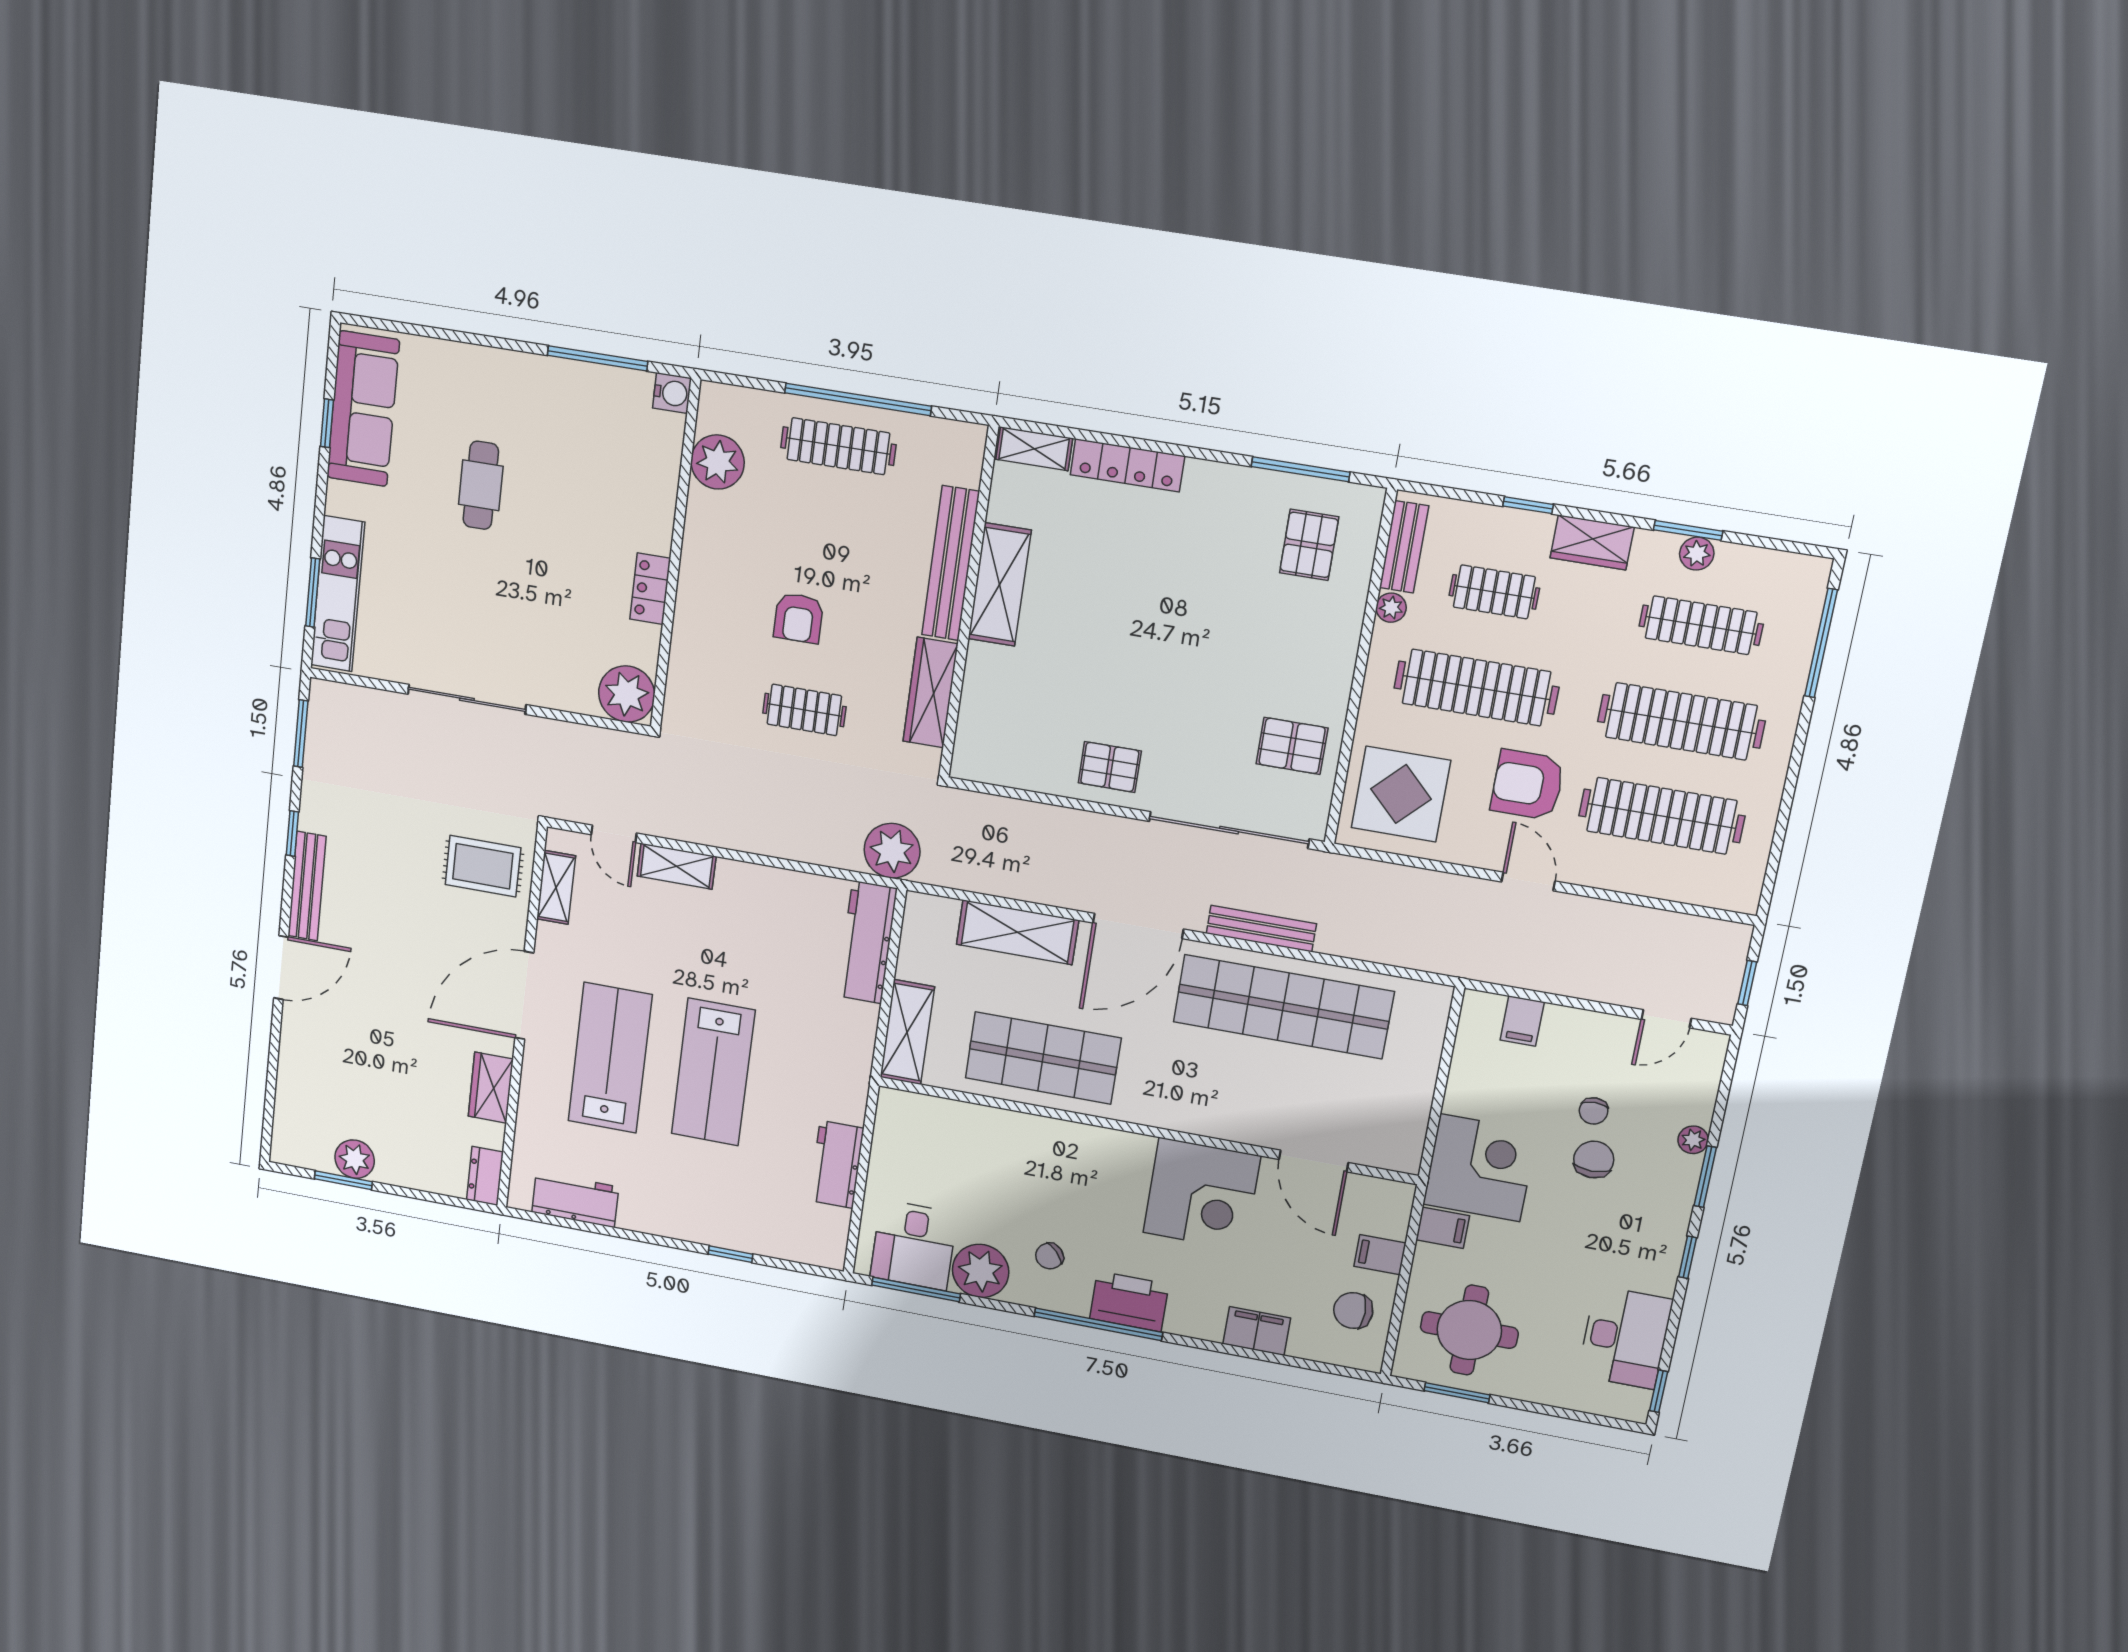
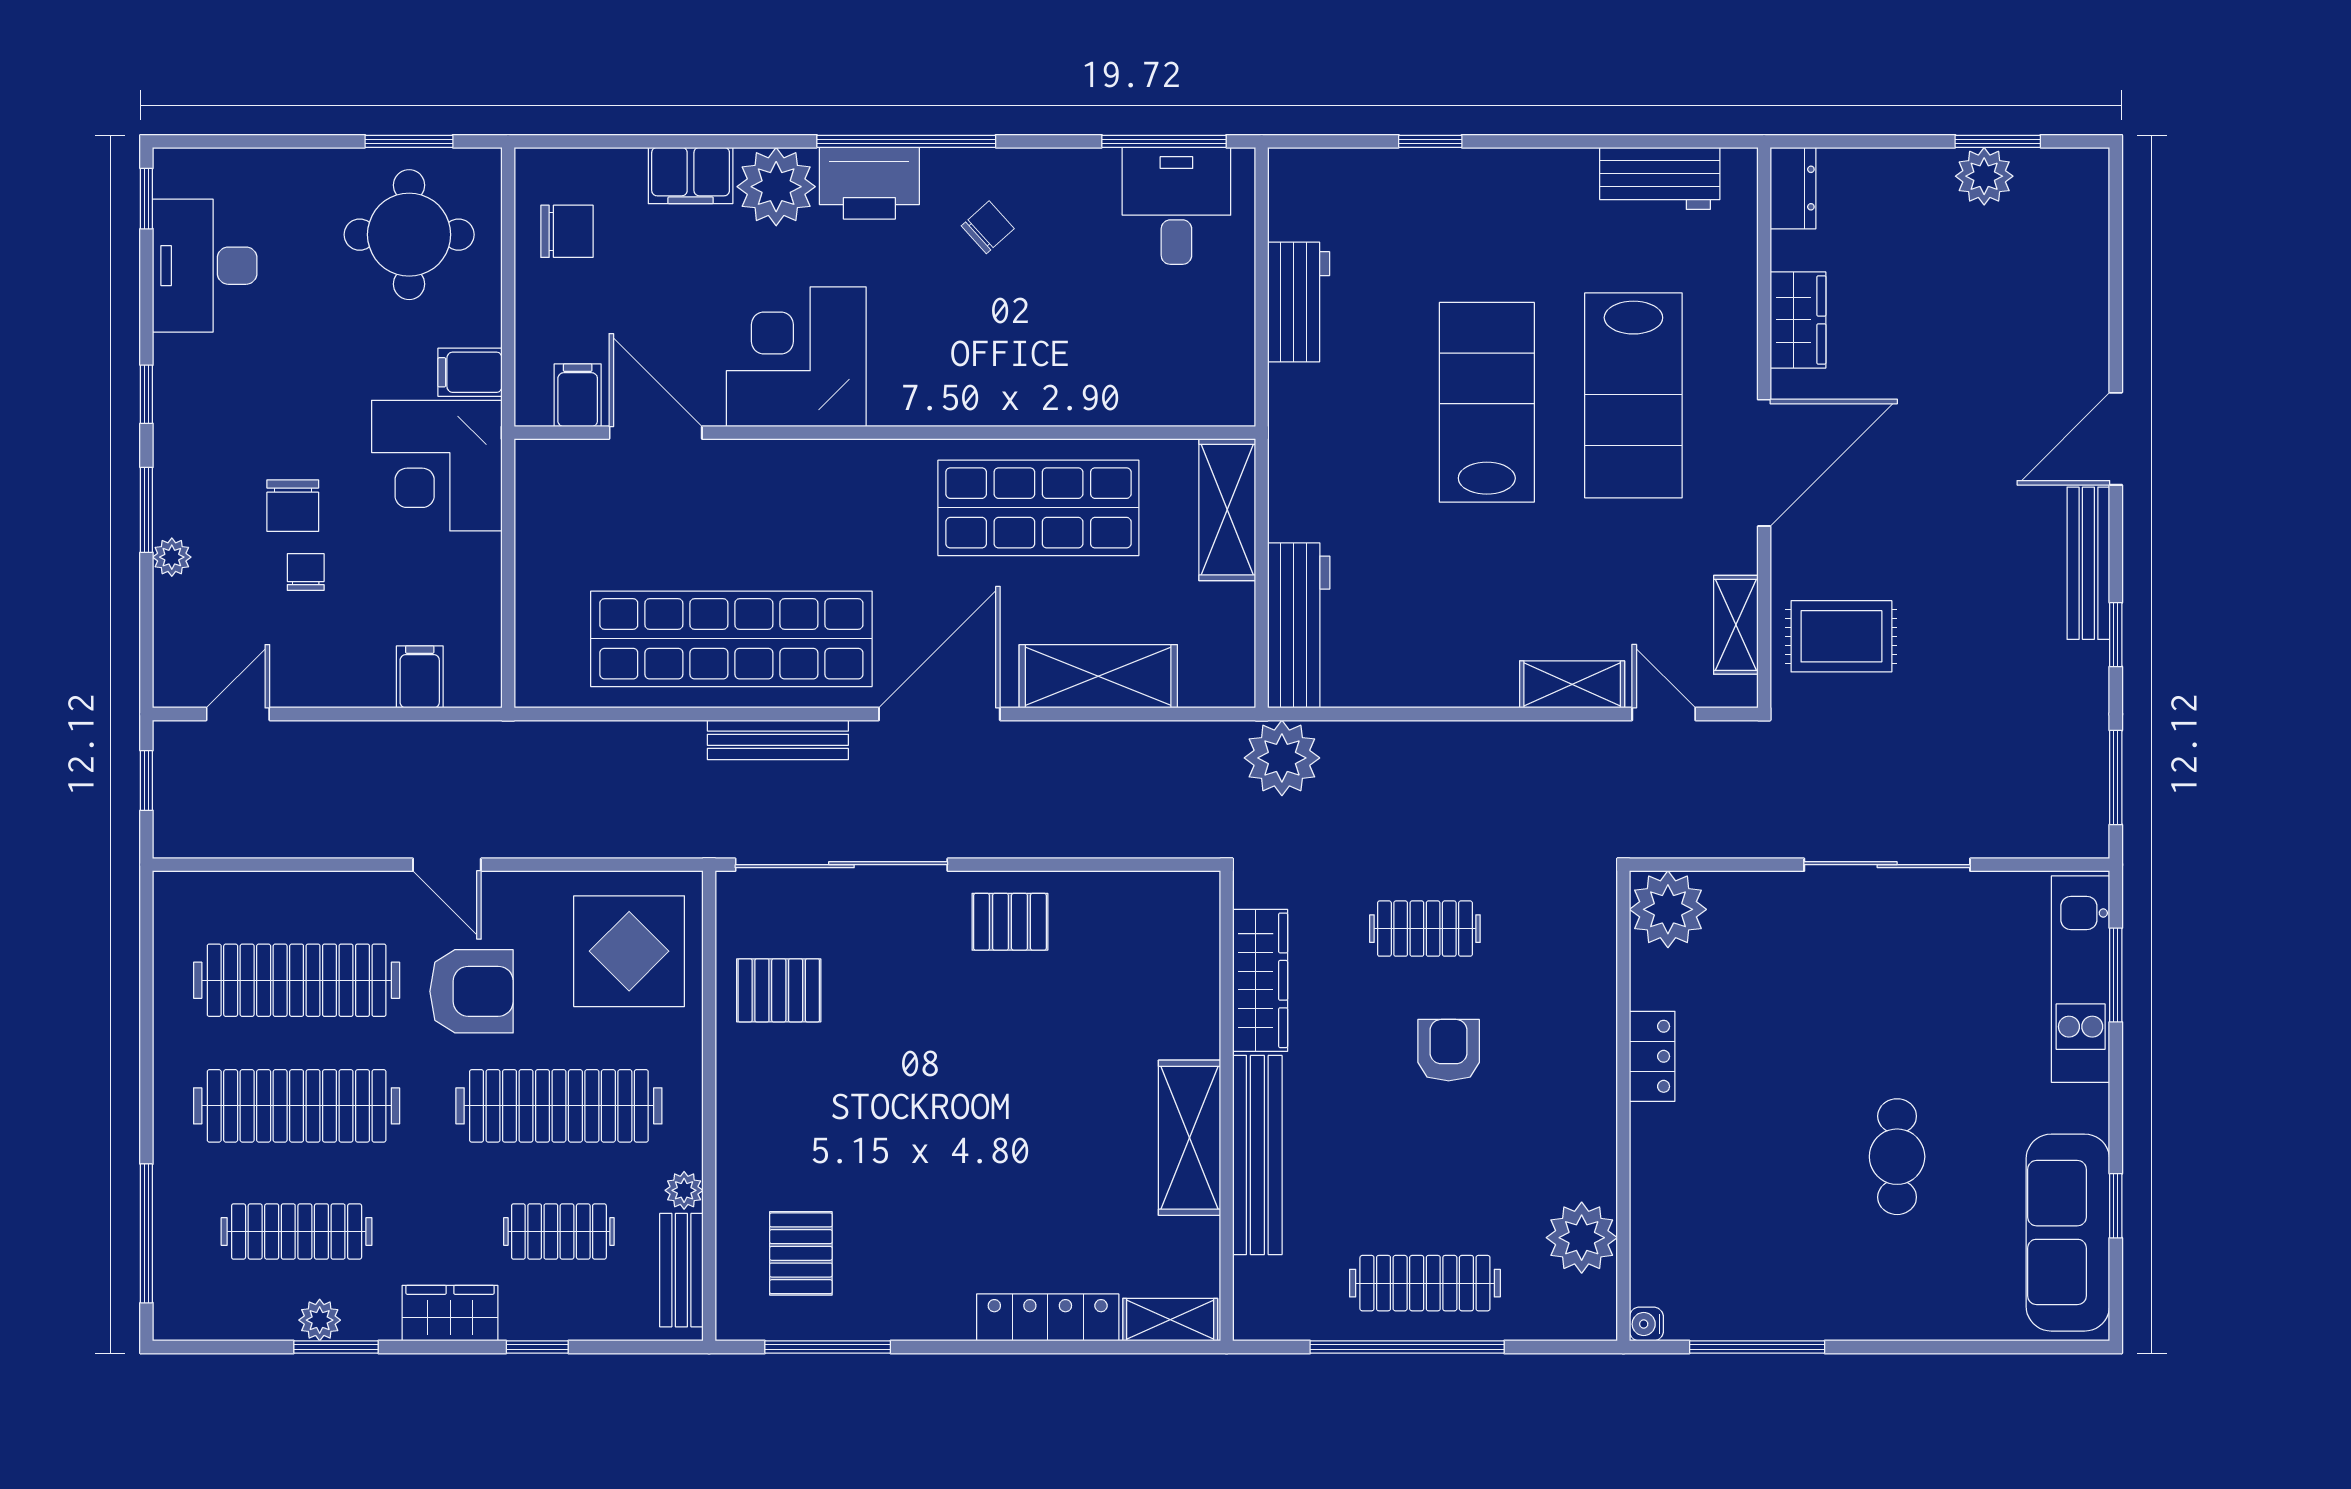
water cooler: (672, 393) -> (1646, 1324), width x0.72, depth x0.72
filing cabinet: (1380, 1255) -> (578, 395), moved, turned -90
plant: (981, 1271) -> (776, 187), moved

